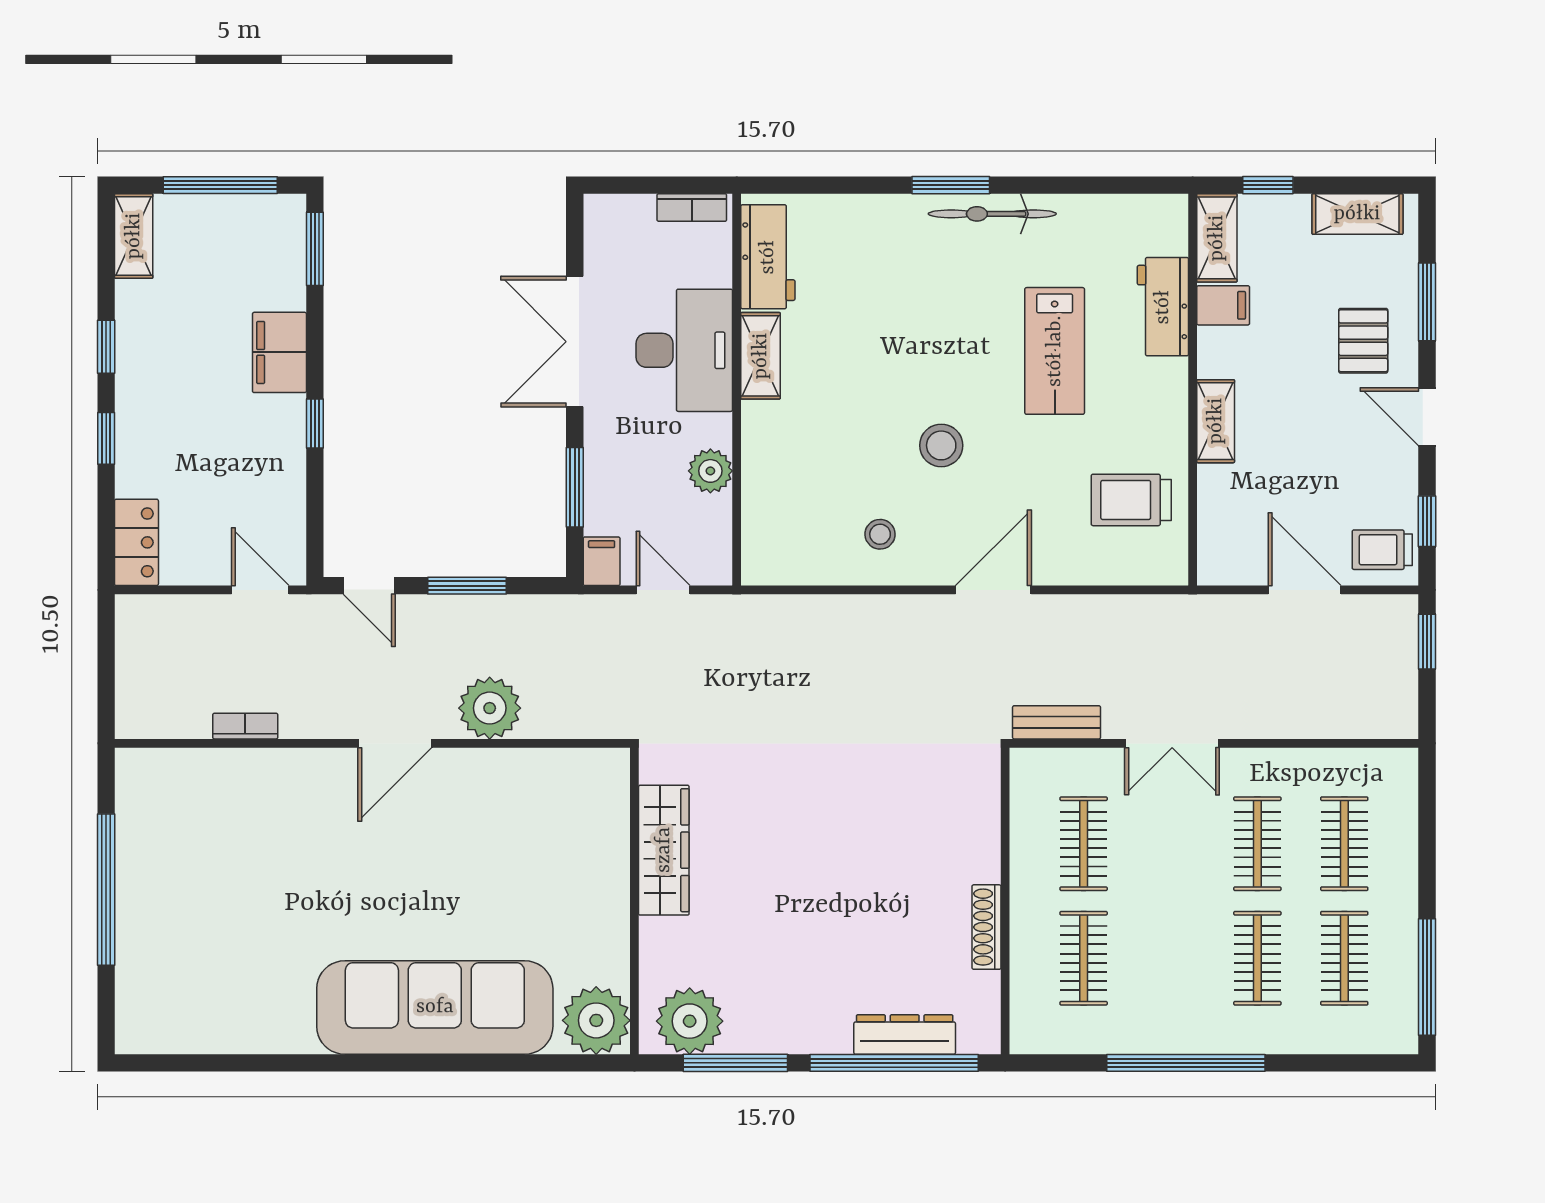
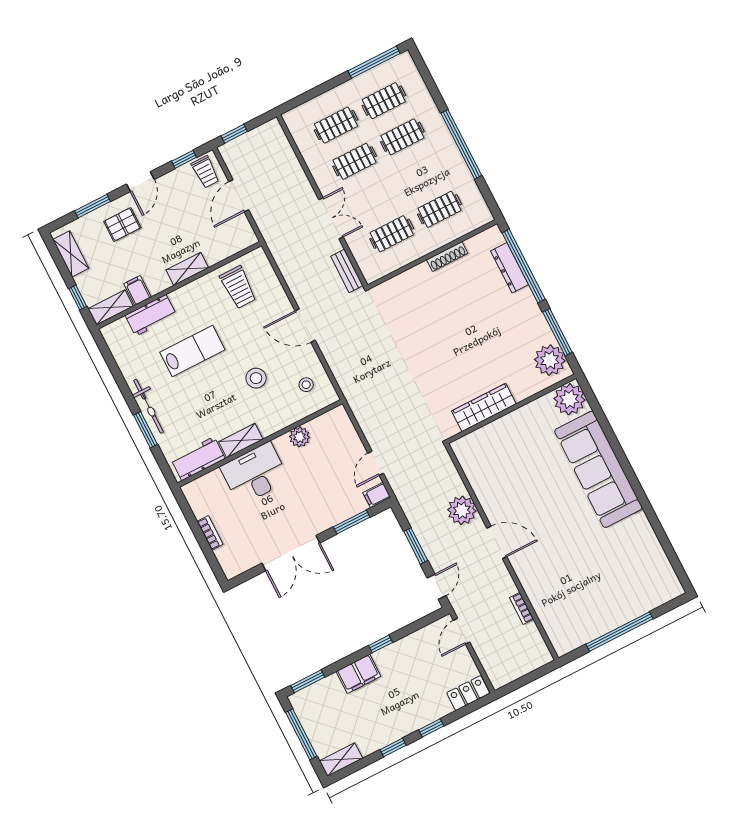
workbench: (768, 257) -> (198, 459), moved
desk: (684, 350) -> (255, 474), moved
shelving: (761, 356) -> (241, 441), moved
wall: (737, 390) -> (260, 443), moved
plant: (710, 471) -> (300, 437), moved

